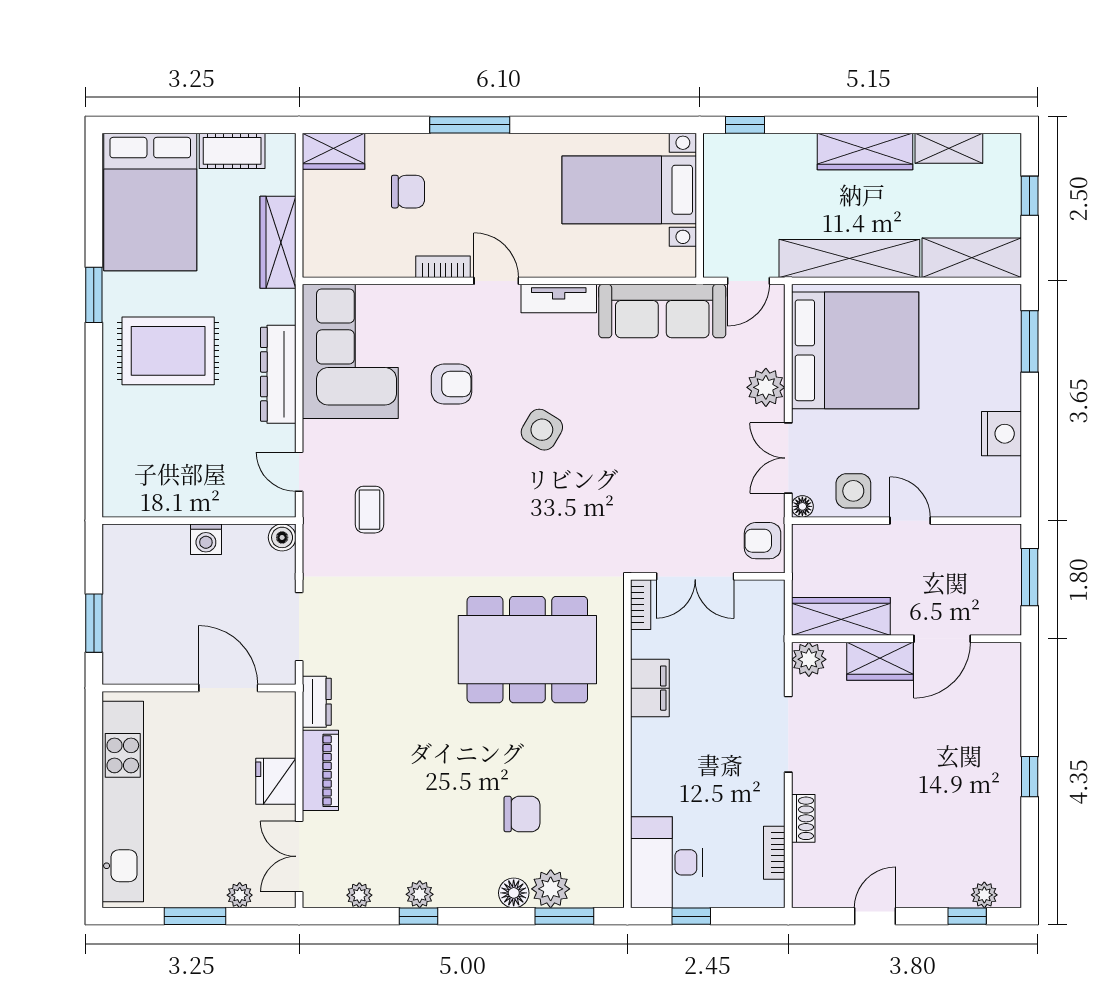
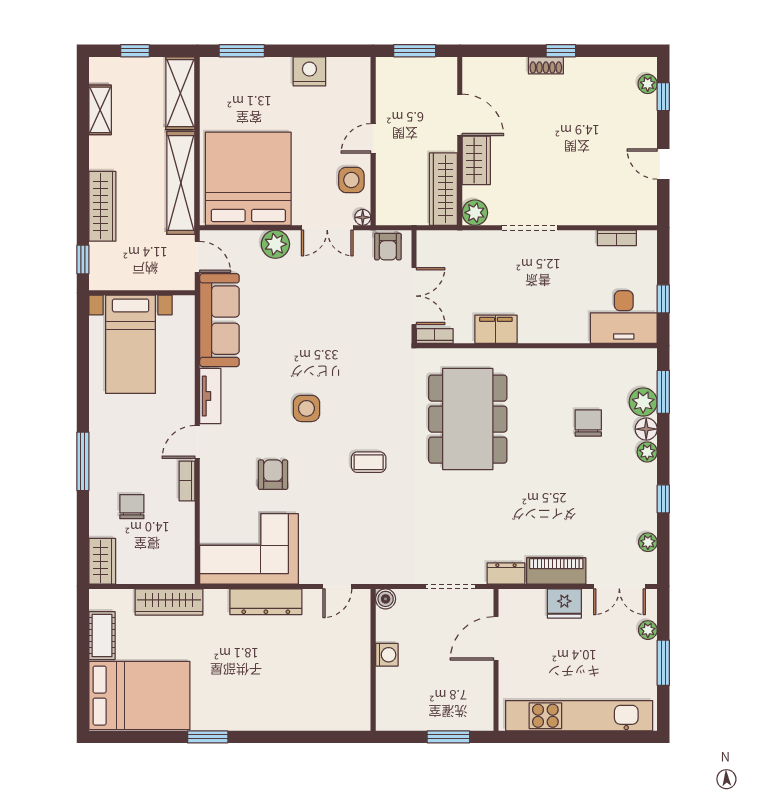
wardrobe: (865, 152) -> (102, 206), moved
rug: (168, 351) -> (249, 683), removed
side table: (542, 430) -> (306, 408), turned -31
coffee table: (369, 510) -> (369, 462), moved
shoe rack: (803, 818) -> (546, 65), moved, turned 180
plant: (420, 894) -> (647, 452), moved

